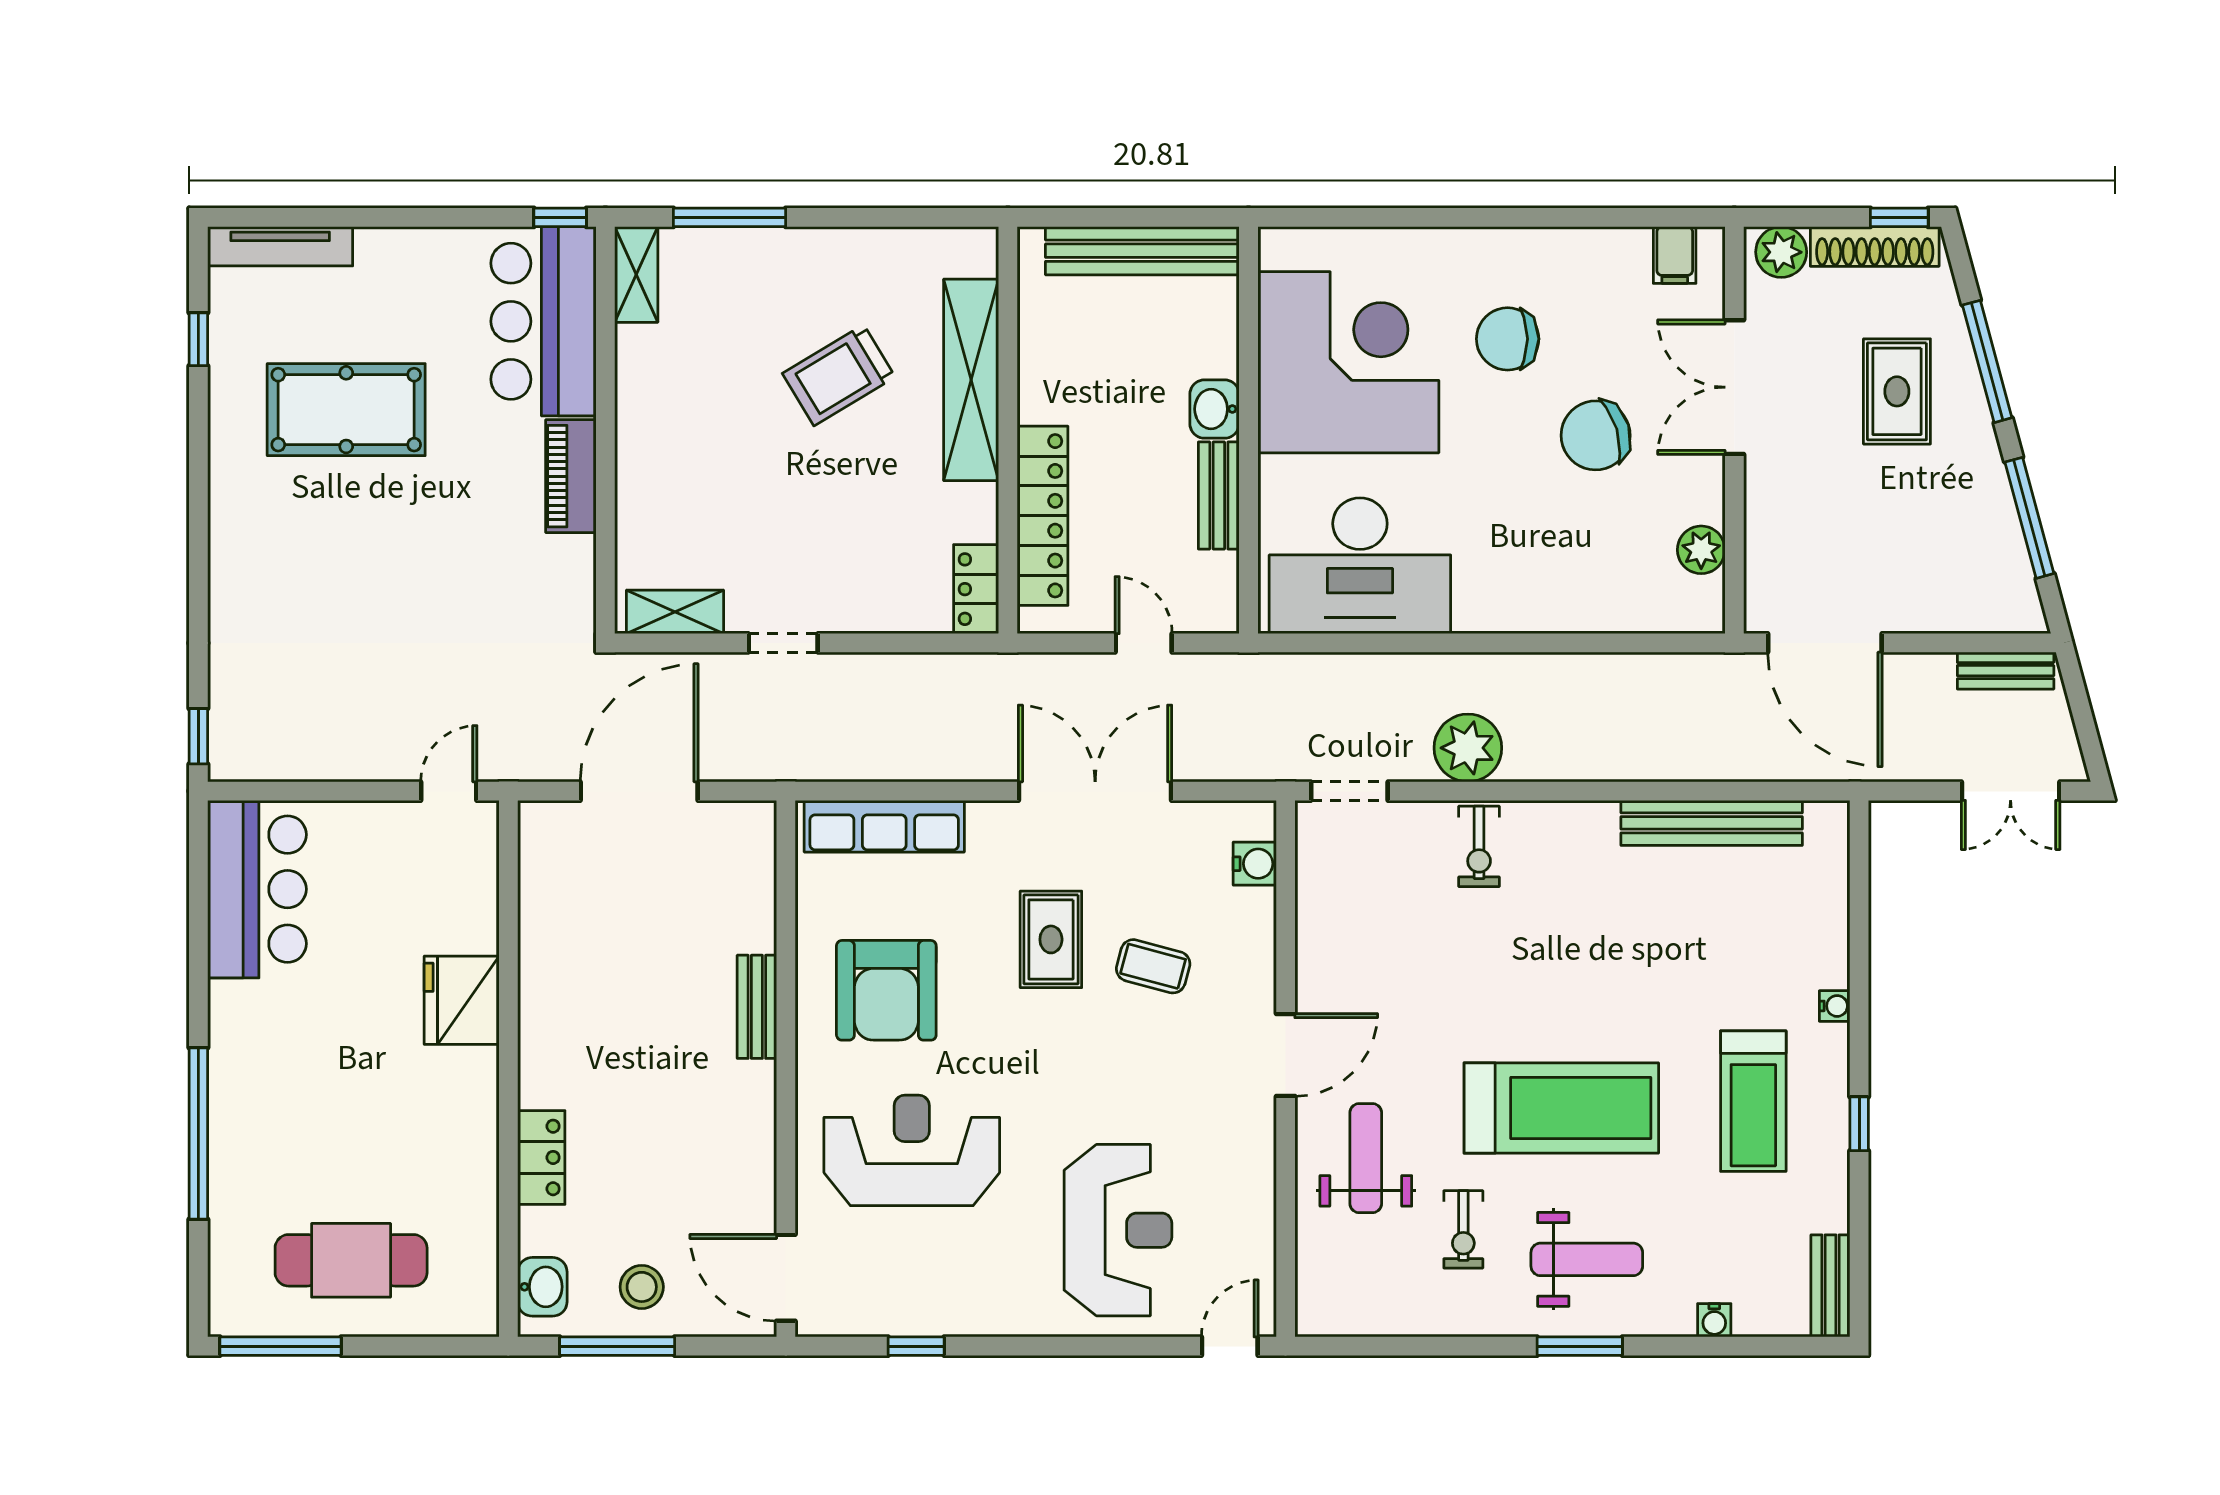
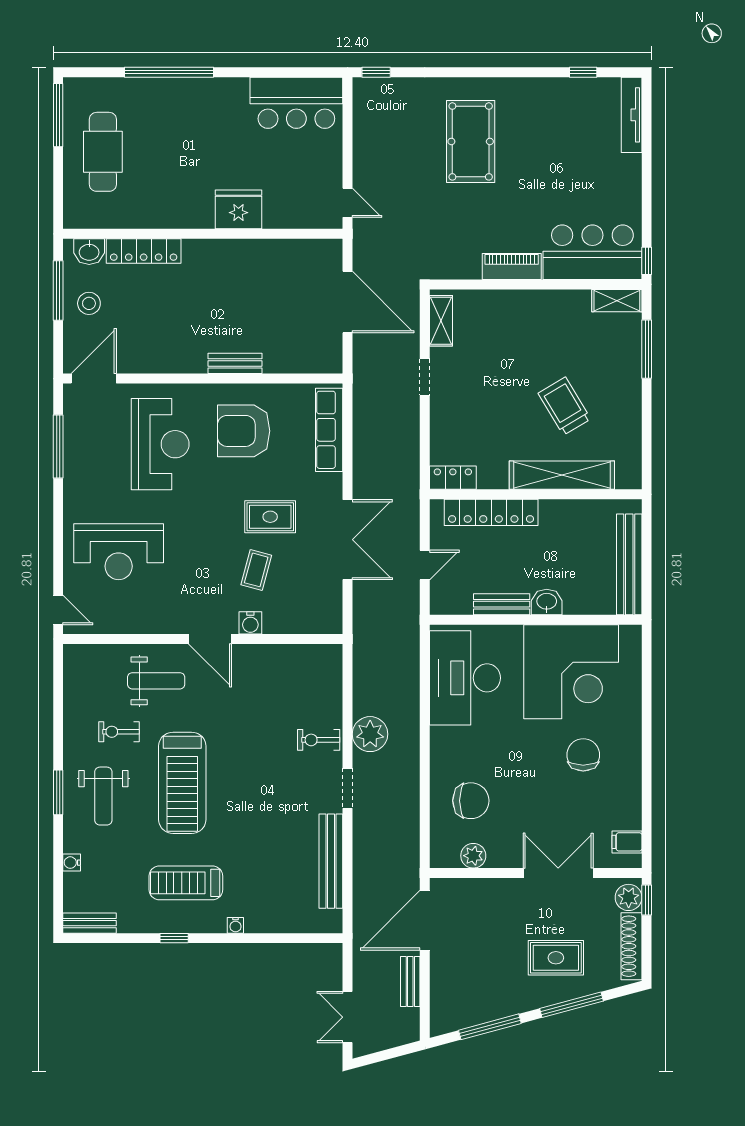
window: (1899, 217) -> (647, 900), moved
pool table: (346, 410) -> (471, 141), moved
chair: (1596, 435) -> (471, 801), moved, turned 107
bench: (2006, 671) -> (410, 981), moved
doorway: (1349, 791) -> (348, 788), moved
water cooler: (1255, 864) -> (250, 623), moved
locker: (541, 1157) -> (144, 251), width x1.53
window: (916, 1346) -> (58, 446), width x2.17

